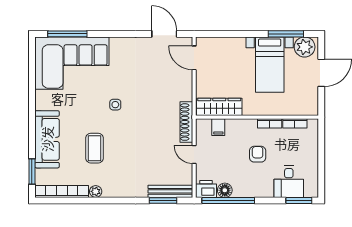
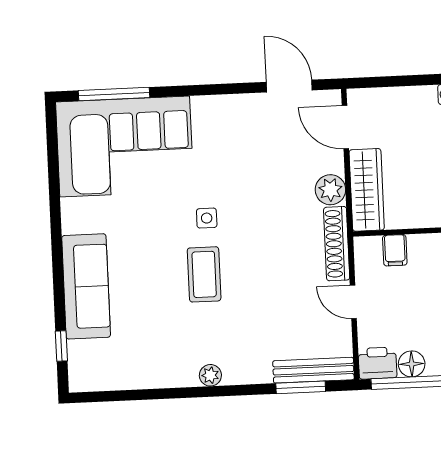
plant: (184, 92) -> (330, 190), added
wardrobe: (219, 107) -> (367, 190), moved, turned 90
coffee table: (95, 148) -> (204, 274), moved
window: (32, 172) -> (61, 346), width x0.67
bookcase: (62, 191) -> (117, 379), removed
plant: (96, 191) -> (210, 375), moved

